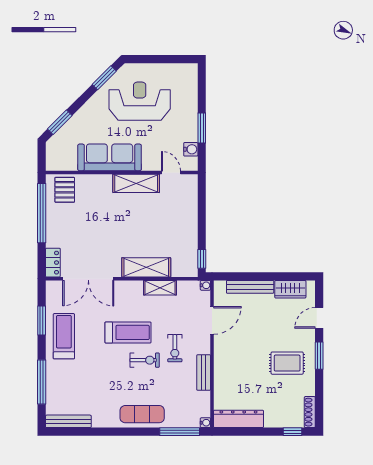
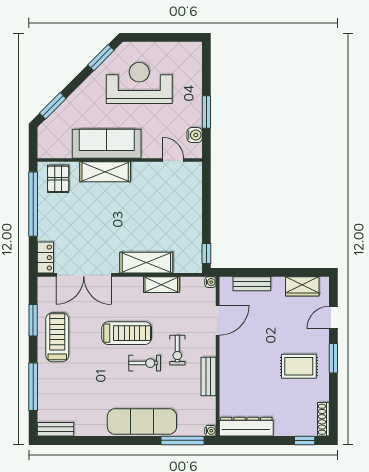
shelving: (136, 183) -> (105, 172), moved
bench: (250, 287) -> (252, 284), width x0.73
exercise mat: (142, 414) -> (142, 422), width x1.36, depth x1.45
bench: (68, 421) -> (55, 429), width x0.73

